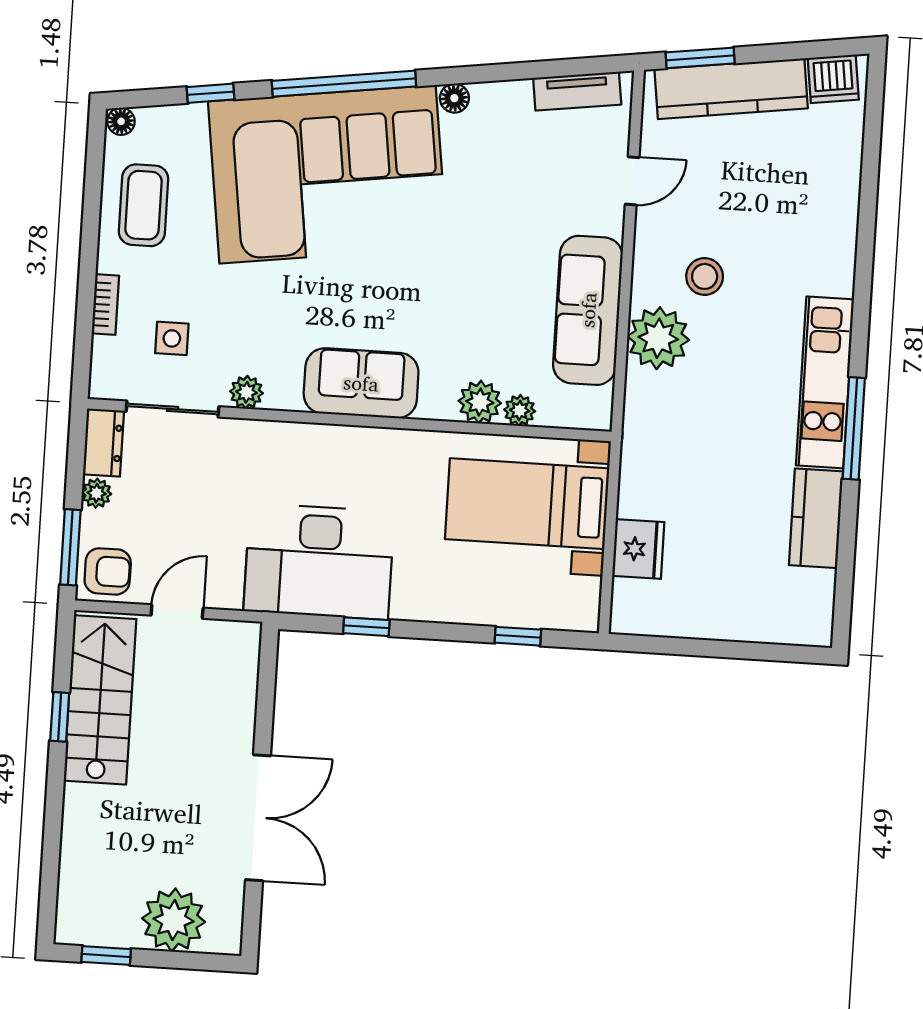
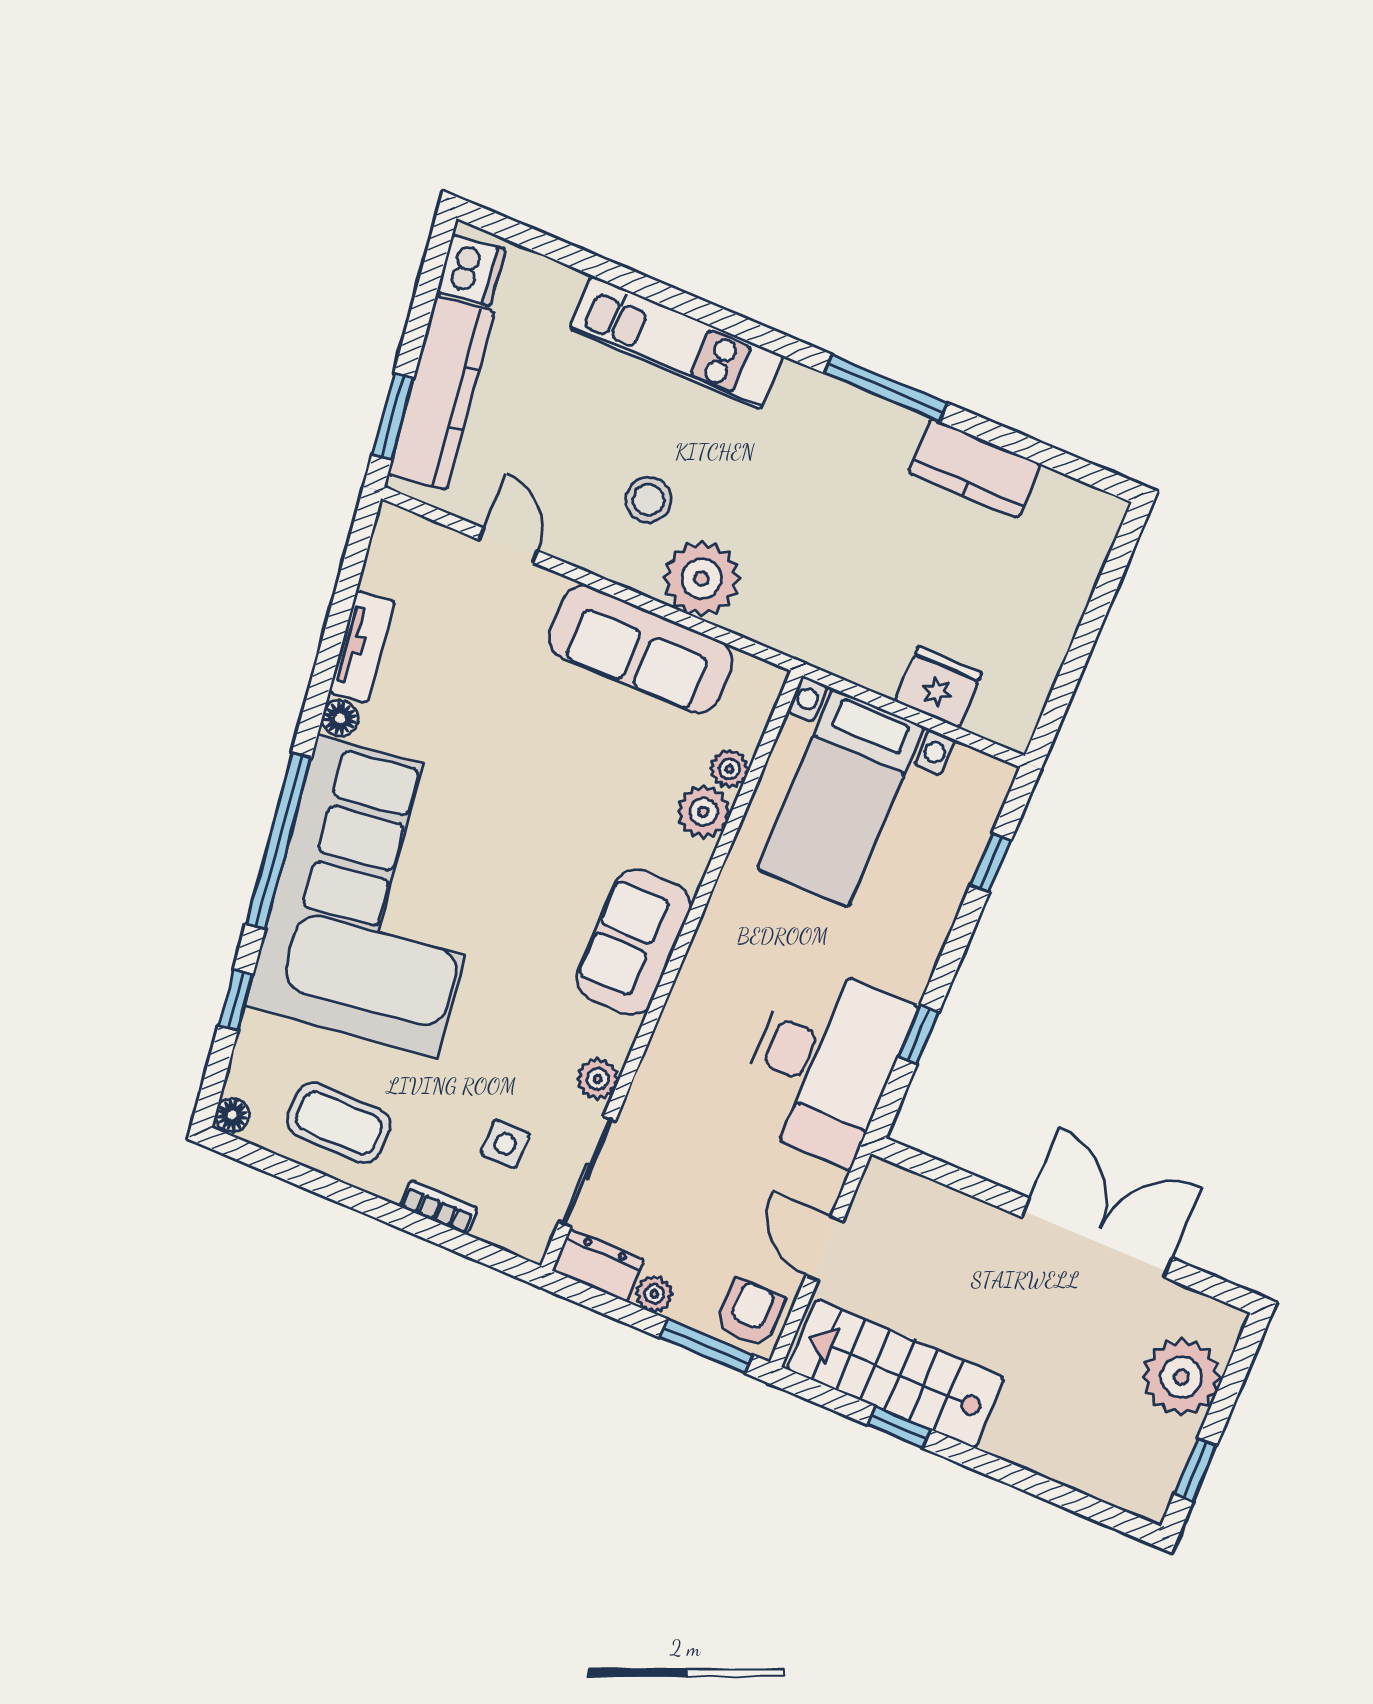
tv unit: (577, 91) -> (362, 647), moved
kitchen unit: (825, 382) -> (676, 342), moved

